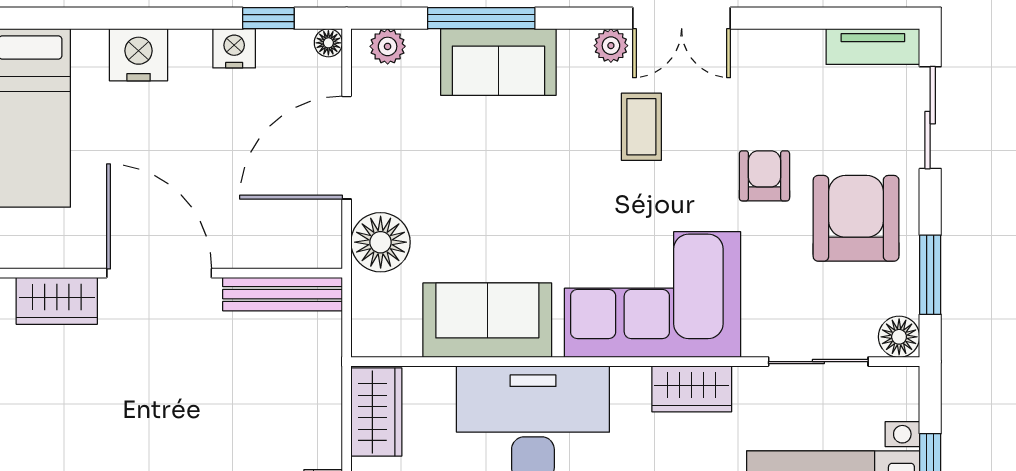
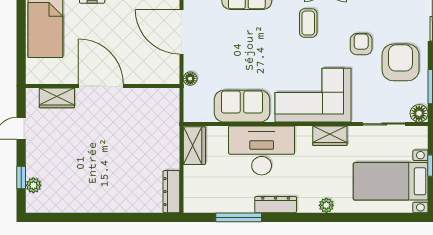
door: (347, 148) -> (182, 32), hinge flipped
floor lamp: (381, 242) -> (190, 79), width x0.53, depth x0.53
bench: (283, 294) -> (154, 95), removed

